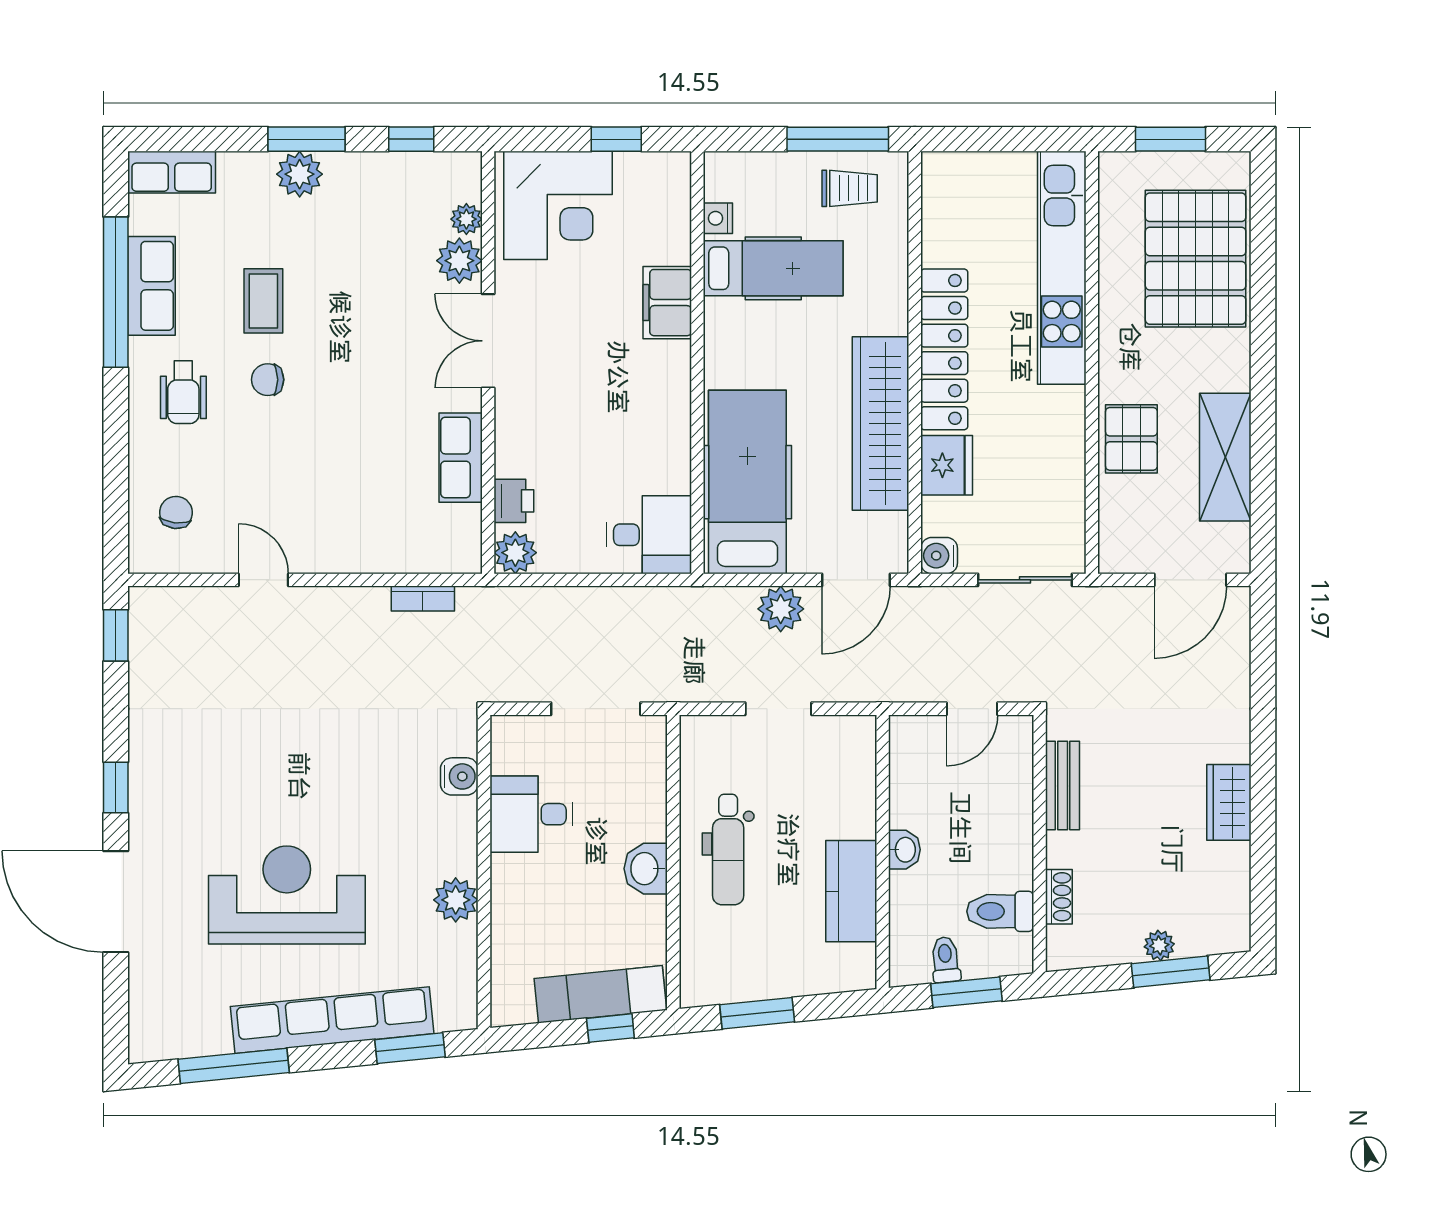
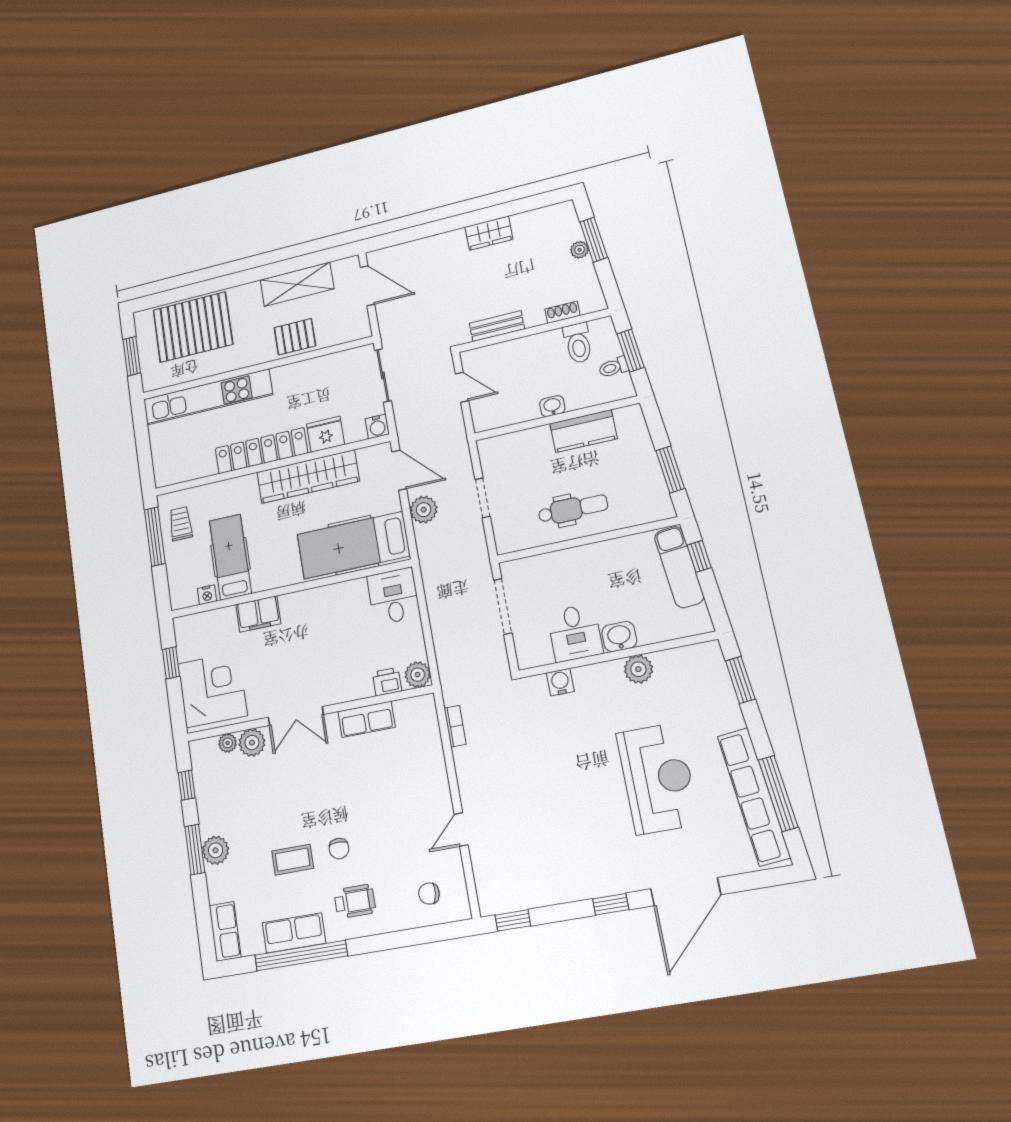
washbasin: (646, 869) -> (619, 637), moved, turned 180
reception desk: (287, 895) -> (658, 778), turned 180
row of seats: (332, 1020) -> (754, 797), moved

